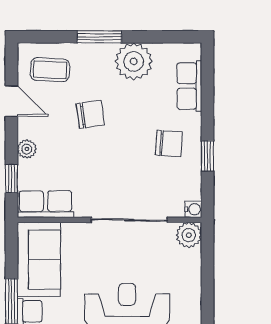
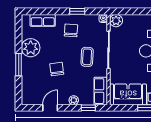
coffee table: (50, 70) -> (87, 57), moved

